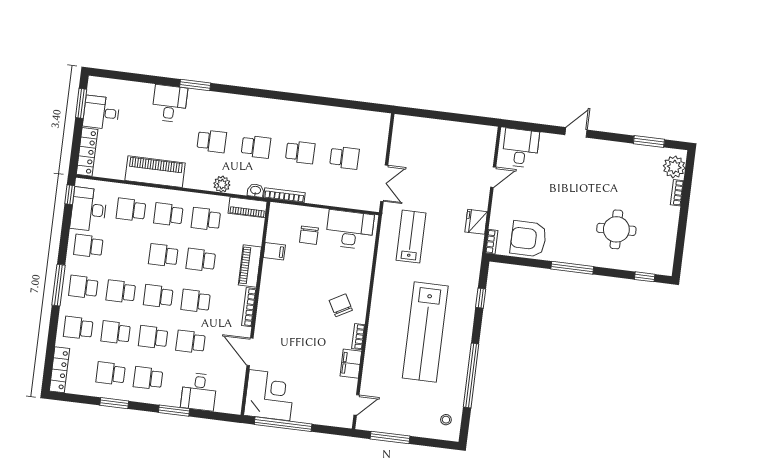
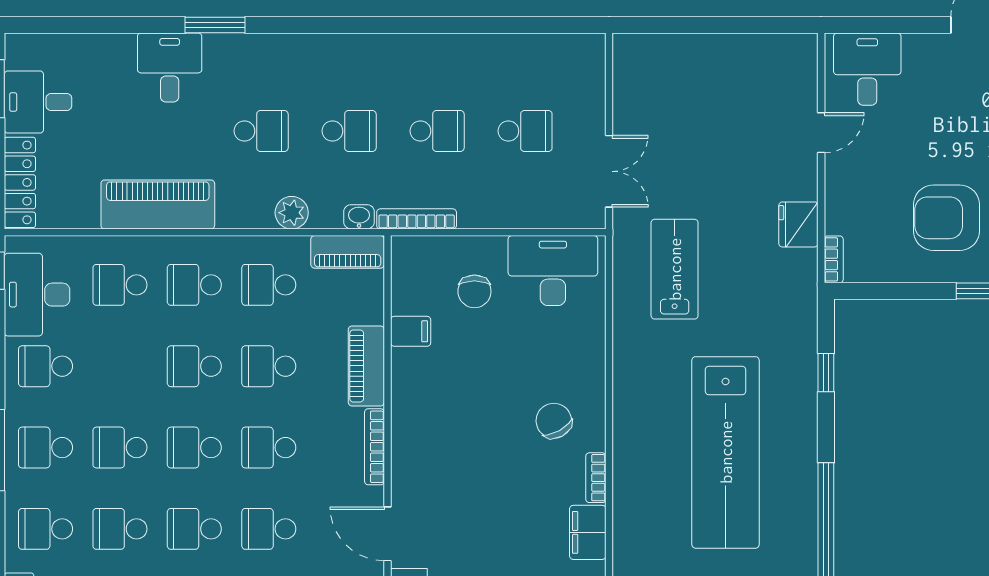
armchair: (528, 239) -> (947, 218), moved

